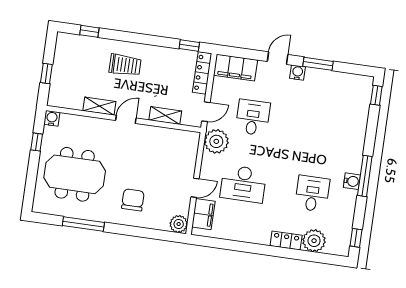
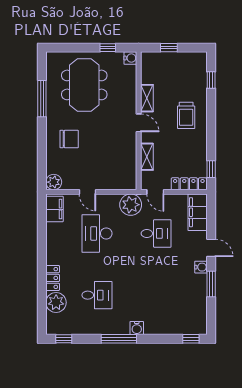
water cooler: (352, 181) -> (137, 328), moved
filing cabinet: (203, 214) -> (54, 209), moved, turned -90

